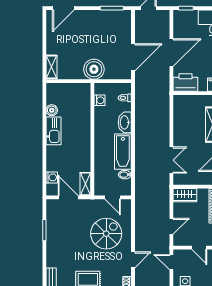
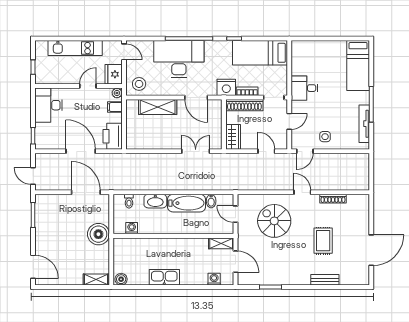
boiler: (52, 110) -> (121, 279), moved
door: (68, 197) -> (235, 262), swing flipped
door: (113, 197) -> (235, 214), swing flipped

